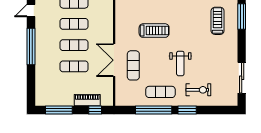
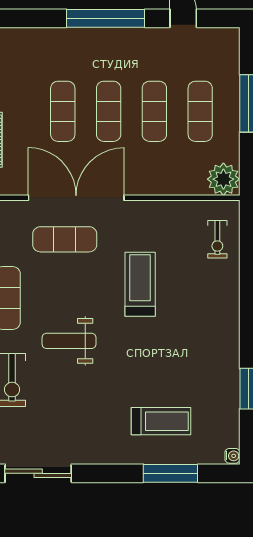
treadmill: (154, 31) -> (140, 284), turned 180
double door: (114, 60) -> (76, 198), width x1.36

